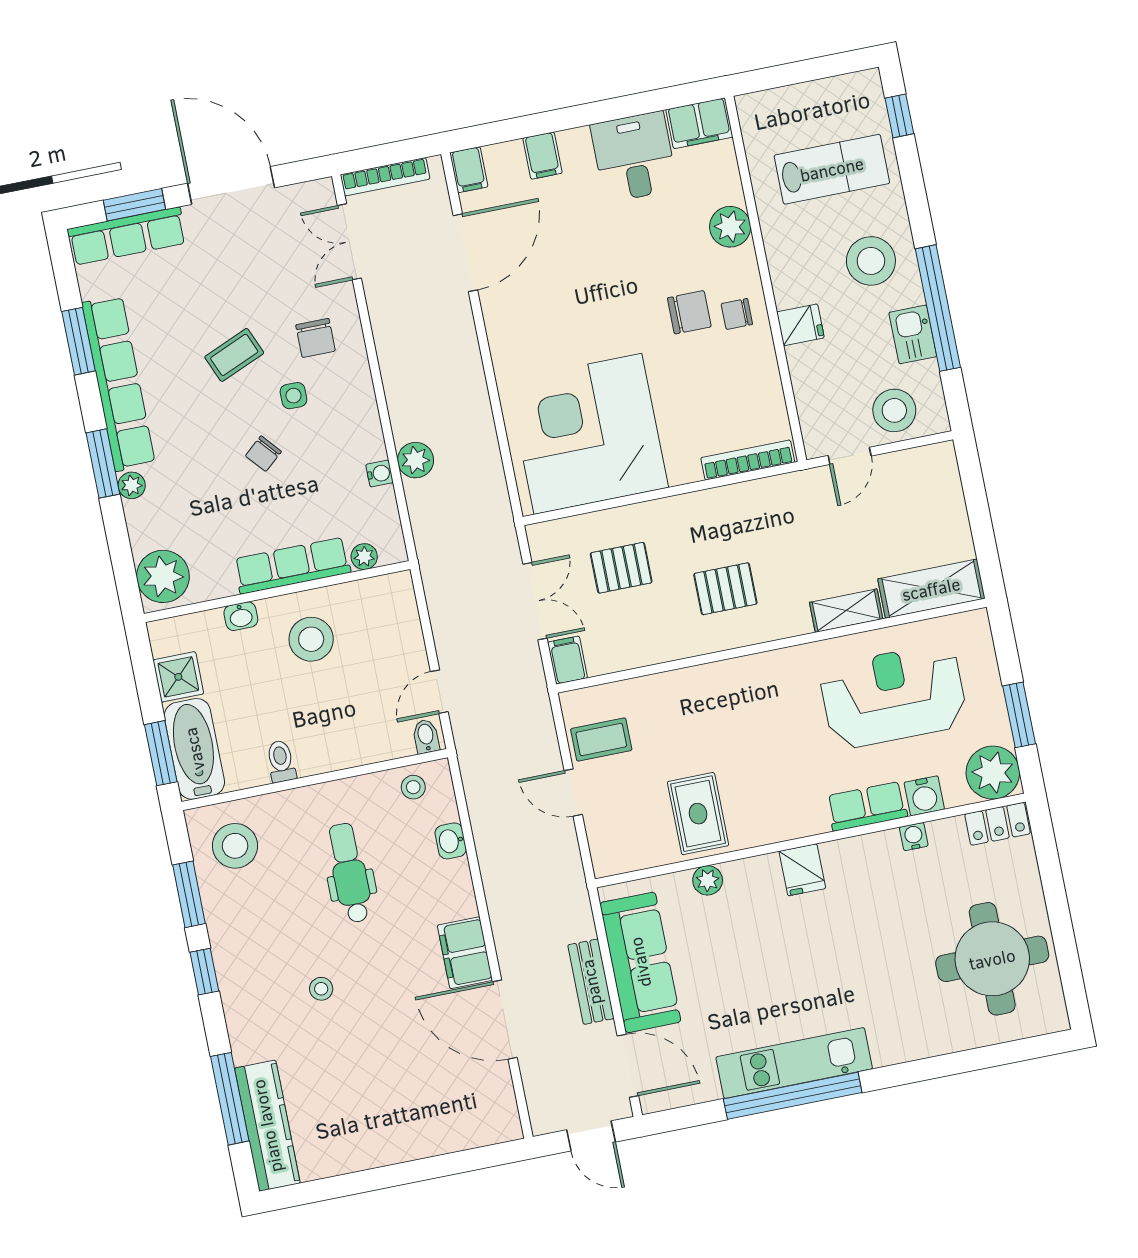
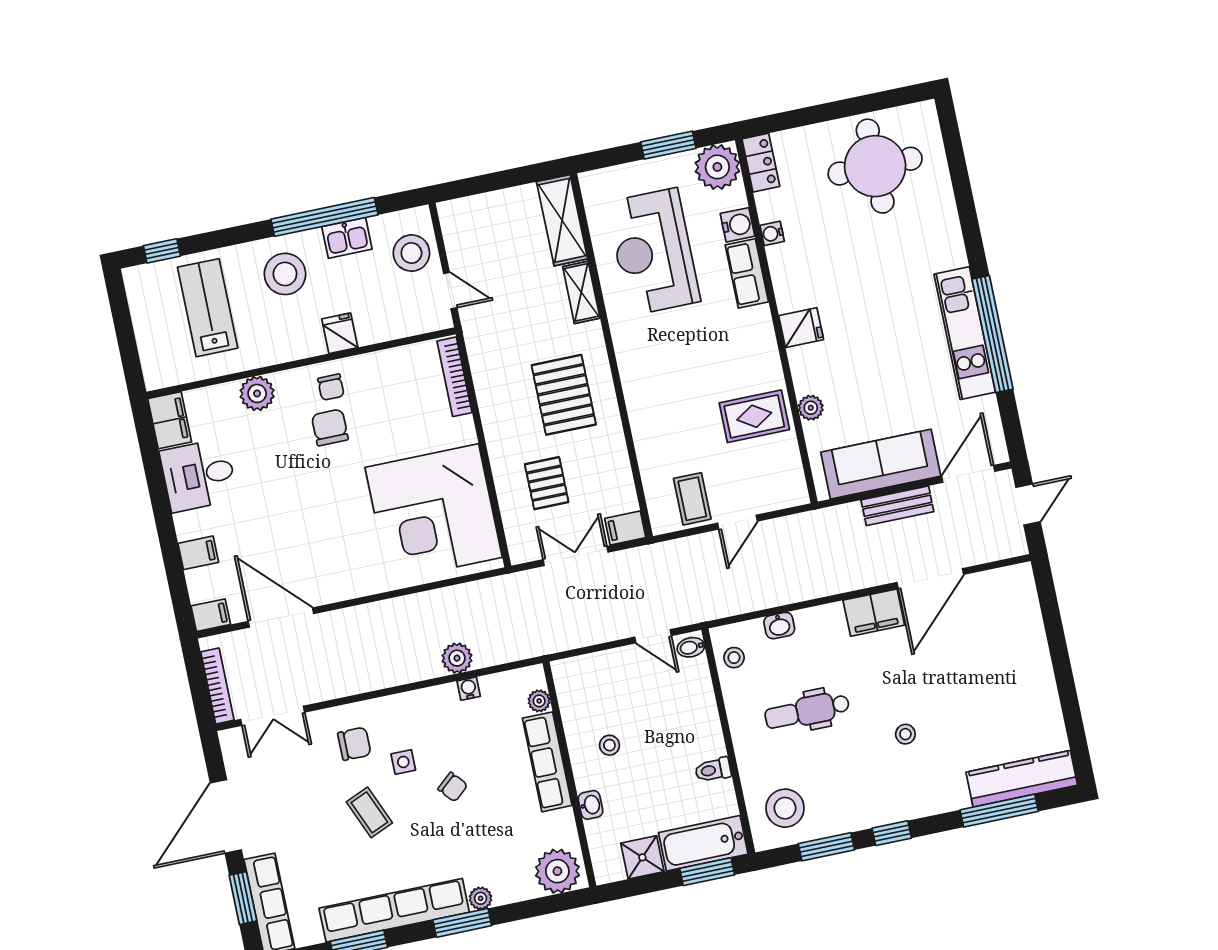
pallet: (725, 589) -> (564, 395), width x1.50, depth x1.42
stool: (311, 639) -> (609, 745), width x0.53, depth x0.53

